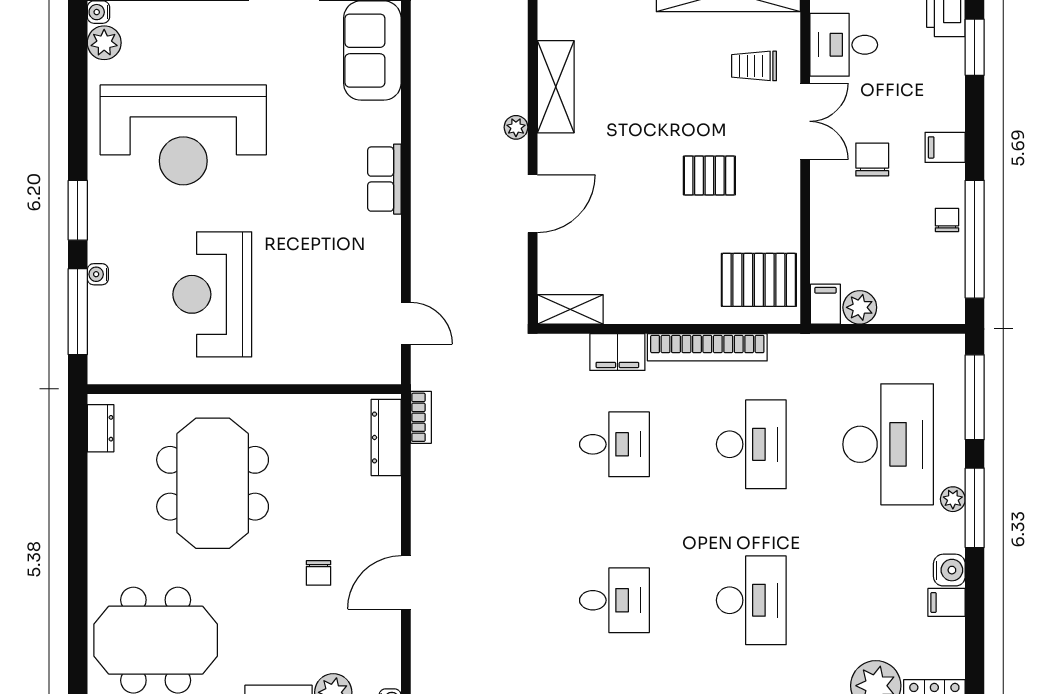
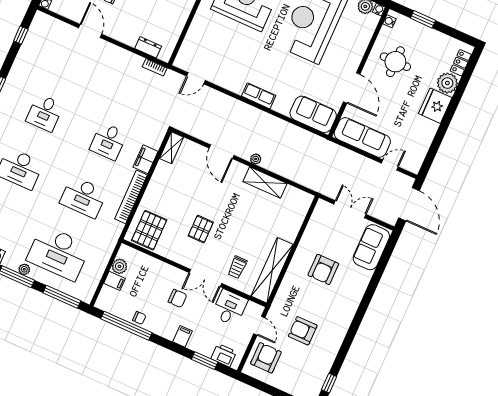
trolley: (754, 66) -> (237, 267), turned 180
filing cabinet: (945, 147) -> (182, 336), moved
filing cabinet: (825, 304) -> (115, 281), moved
dresser: (386, 437) -> (148, 47), width x0.70

